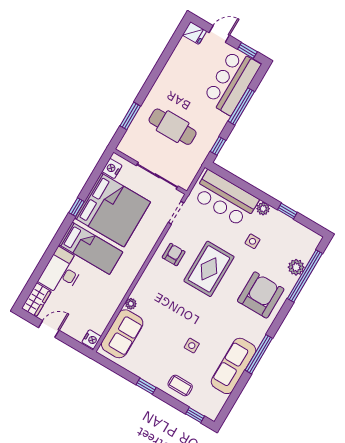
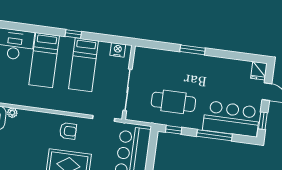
window: (130, 116) -> (193, 50), moved
cafe table: (173, 127) -> (173, 102), moved, turned 90
bed: (112, 210) -> (83, 65), width x0.49

